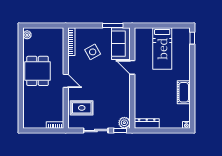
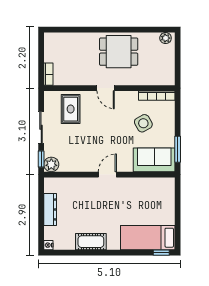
bed: (162, 49) -> (148, 238), moved
door: (132, 67) -> (107, 175), moved
door: (66, 81) -> (106, 88), hinge flipped
dresser: (147, 124) -> (50, 209), moved

